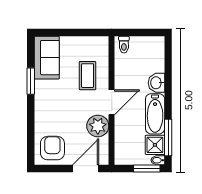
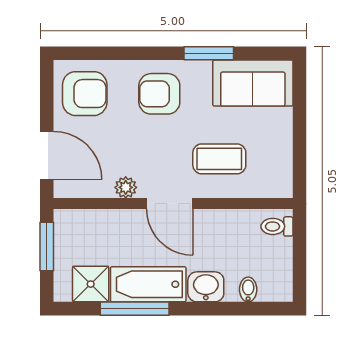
armchair: (53, 108) -> (159, 94), added
plant: (98, 126) -> (126, 187), width x0.53, depth x0.53
window: (168, 138) -> (135, 309), moved
bidet: (158, 160) -> (248, 289), moved
window: (147, 168) -> (47, 246), moved

